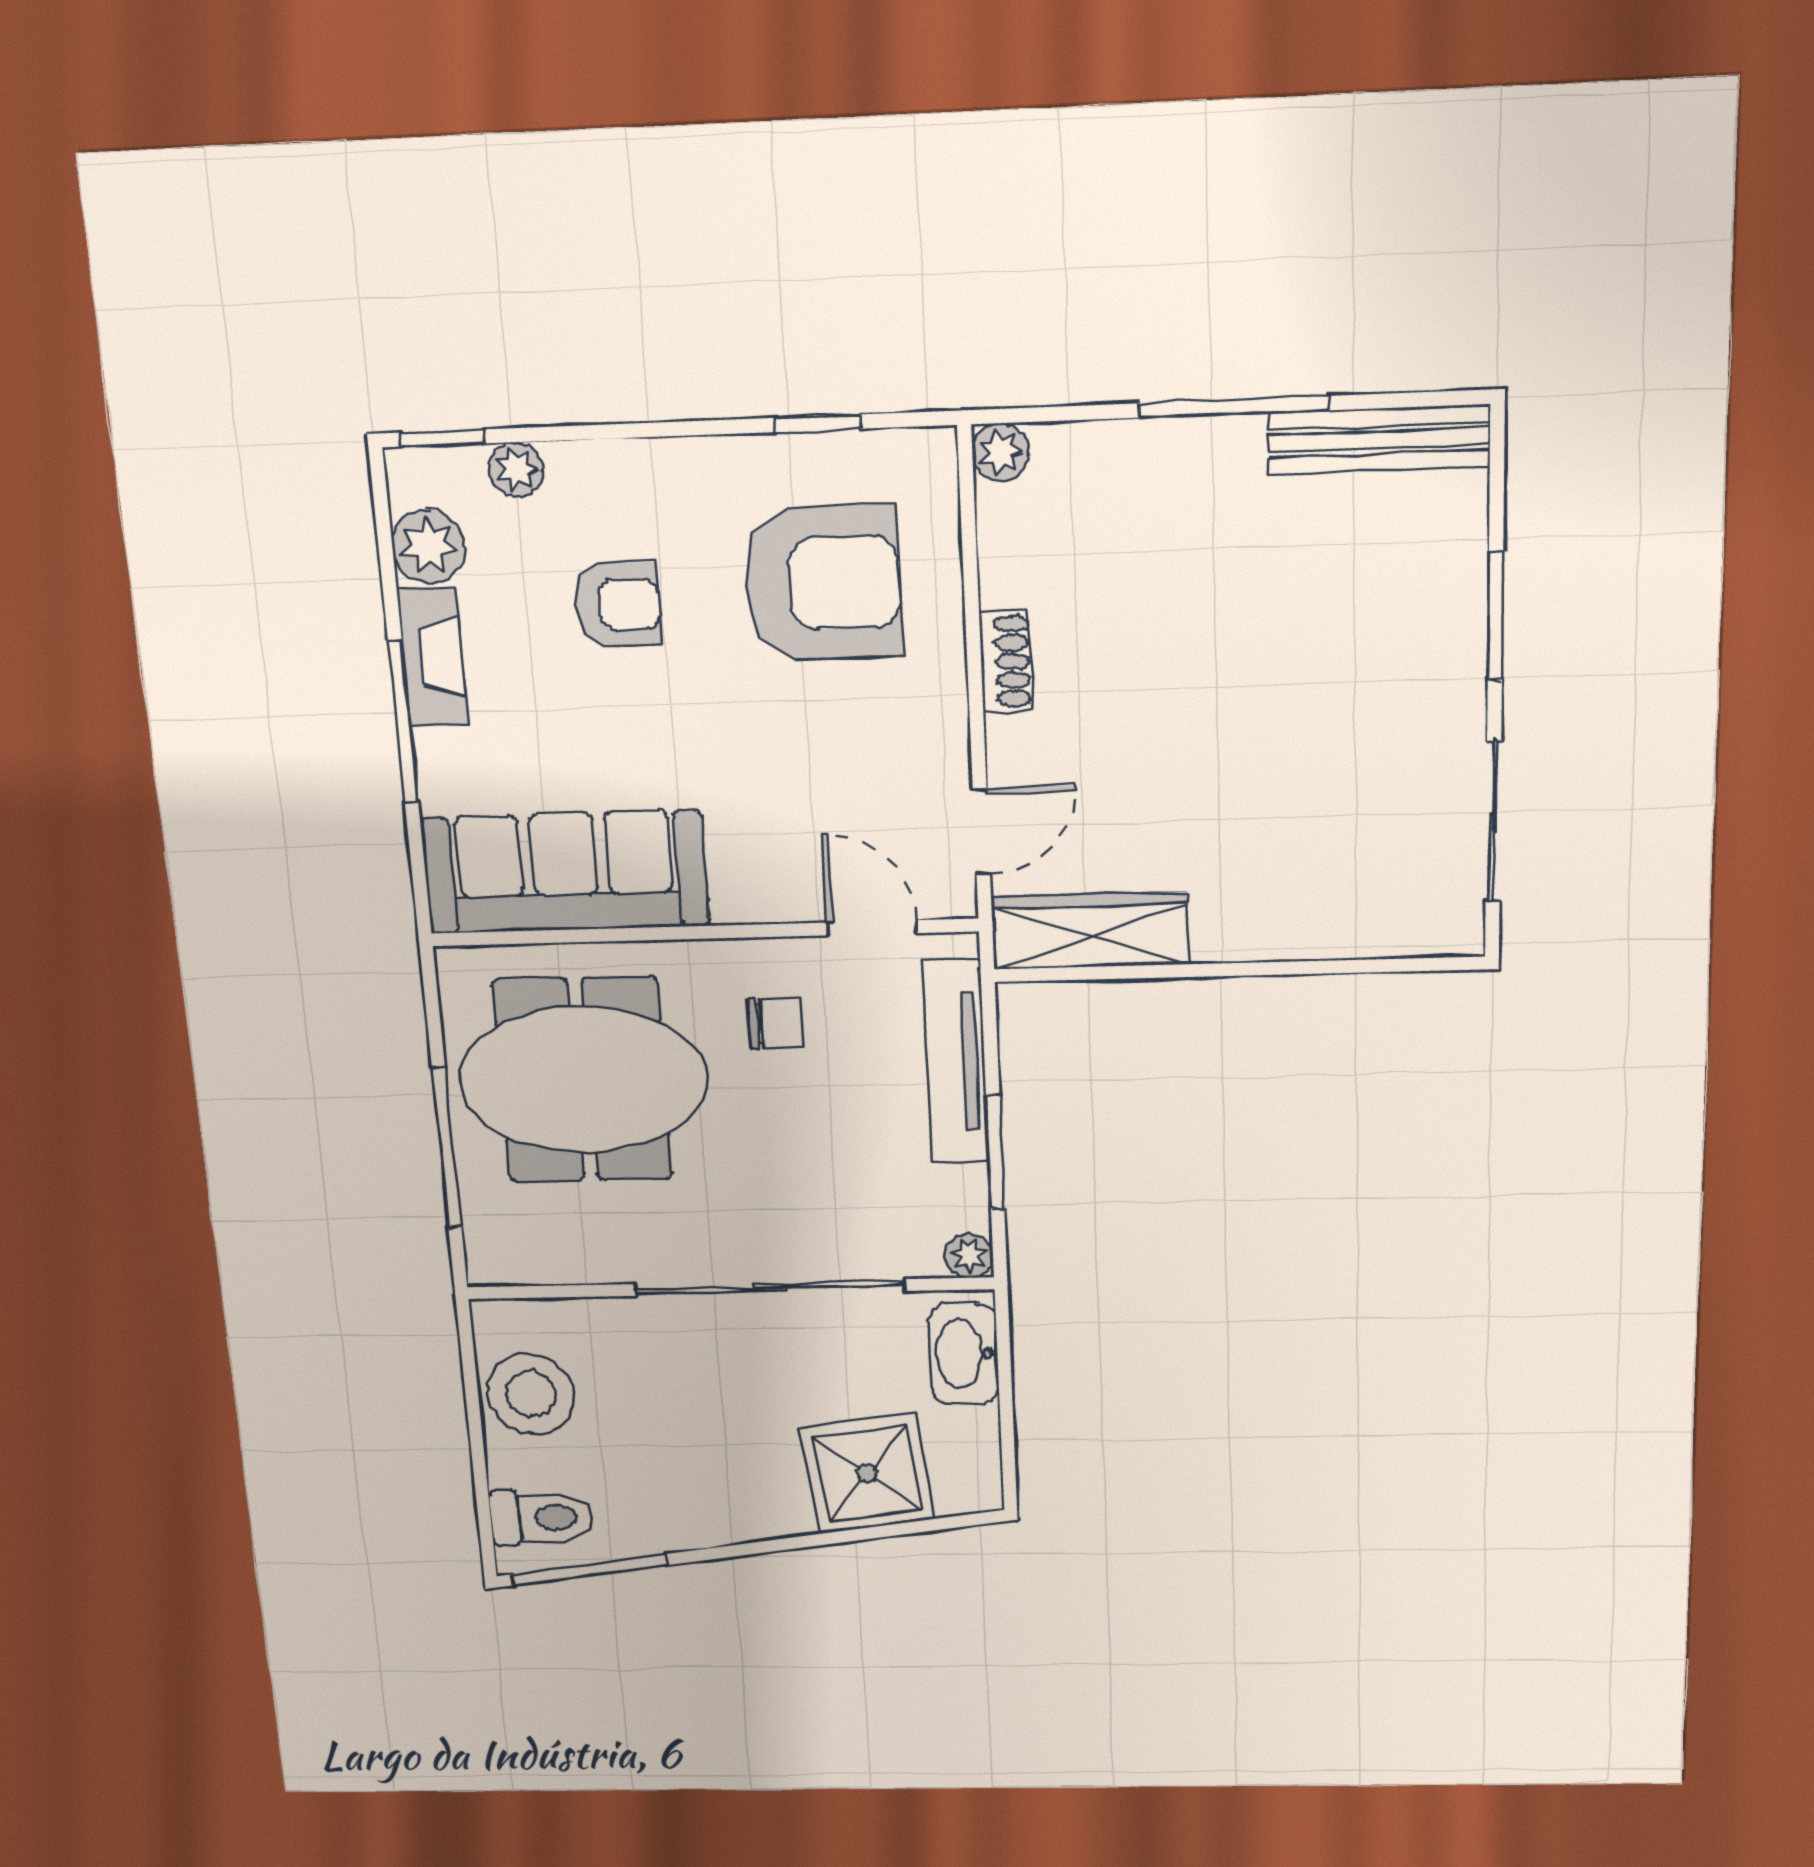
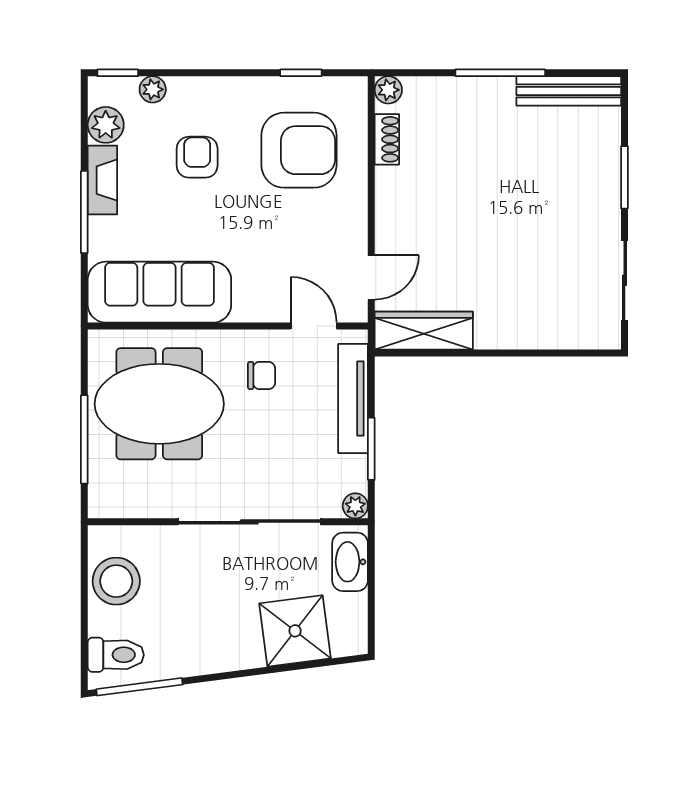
armchair: (618, 605) -> (197, 157), turned -90
shoe rack: (1006, 661) -> (387, 139), moved

